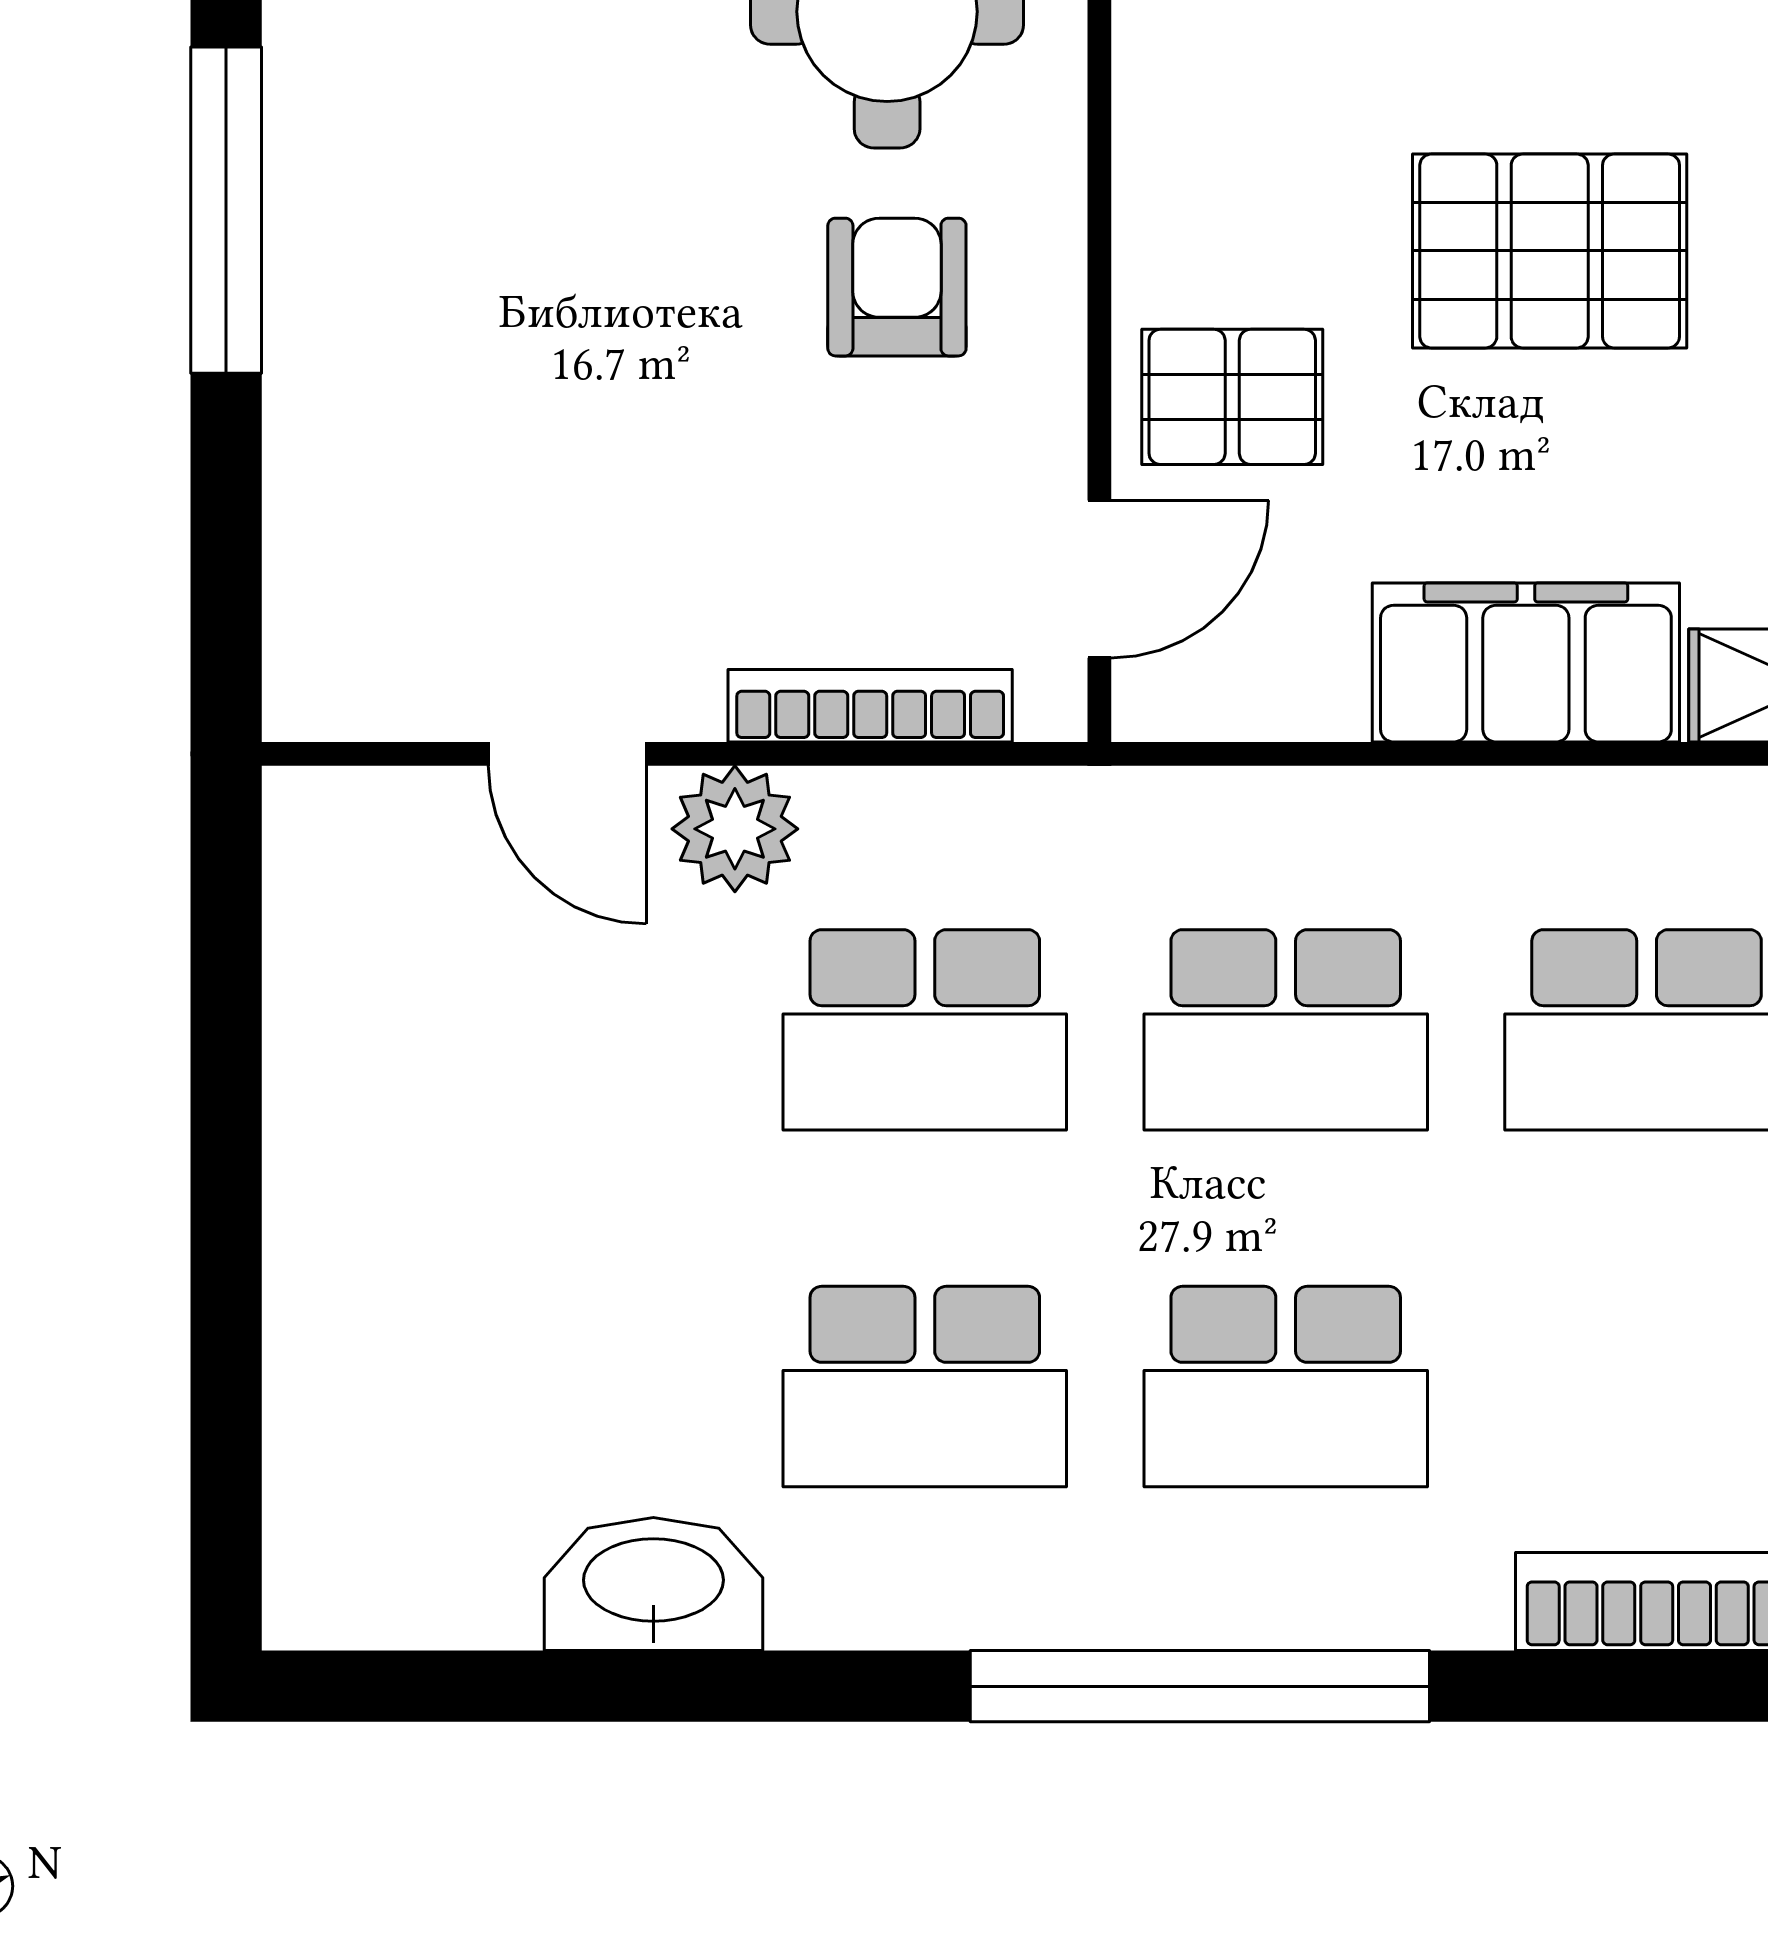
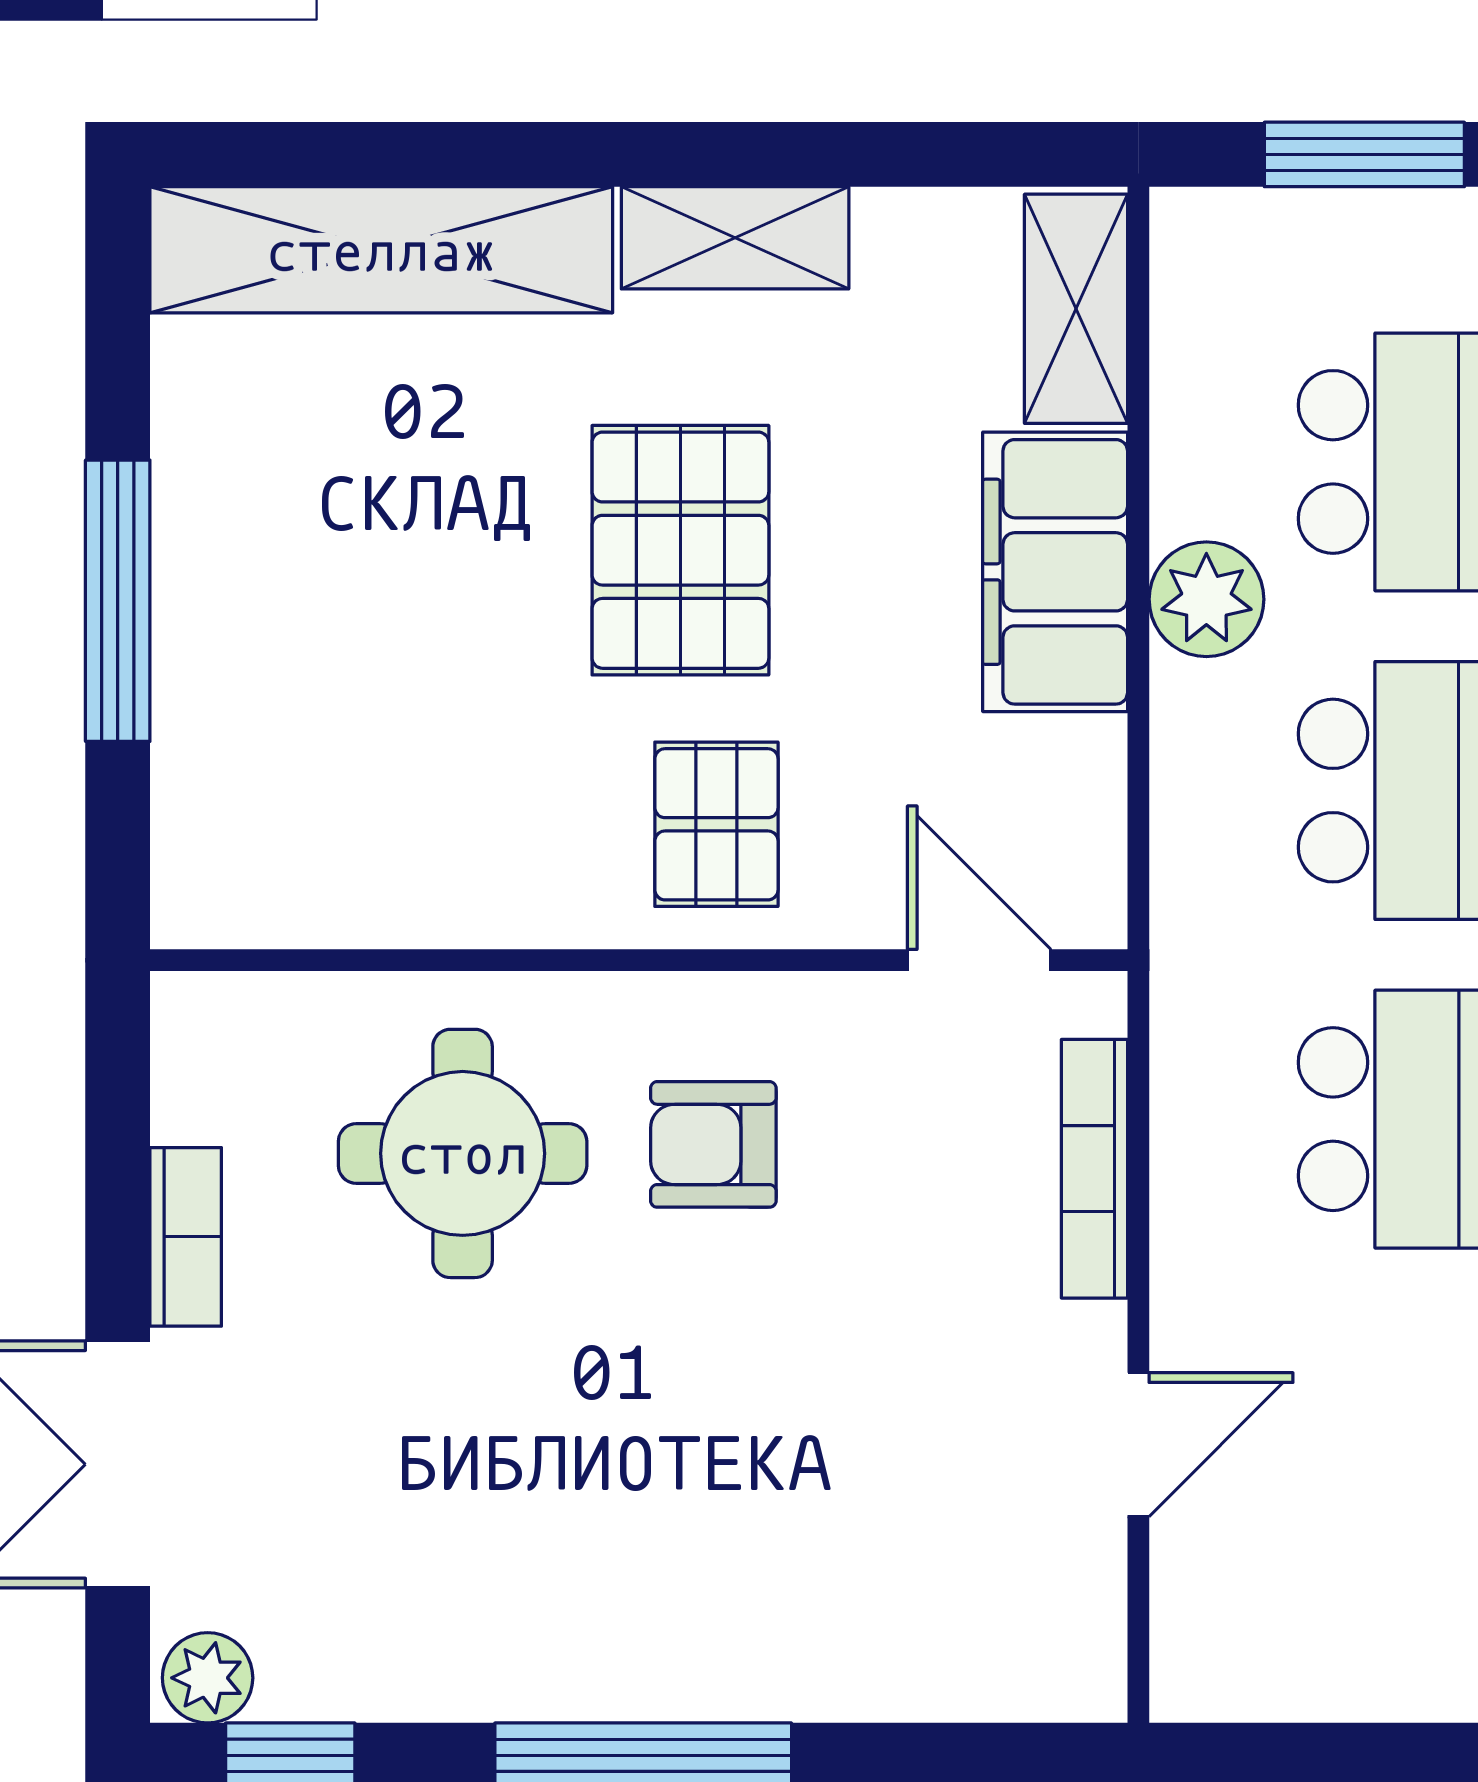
pallet: (1232, 397) -> (716, 824), moved
plant: (735, 829) -> (1206, 599), moved

